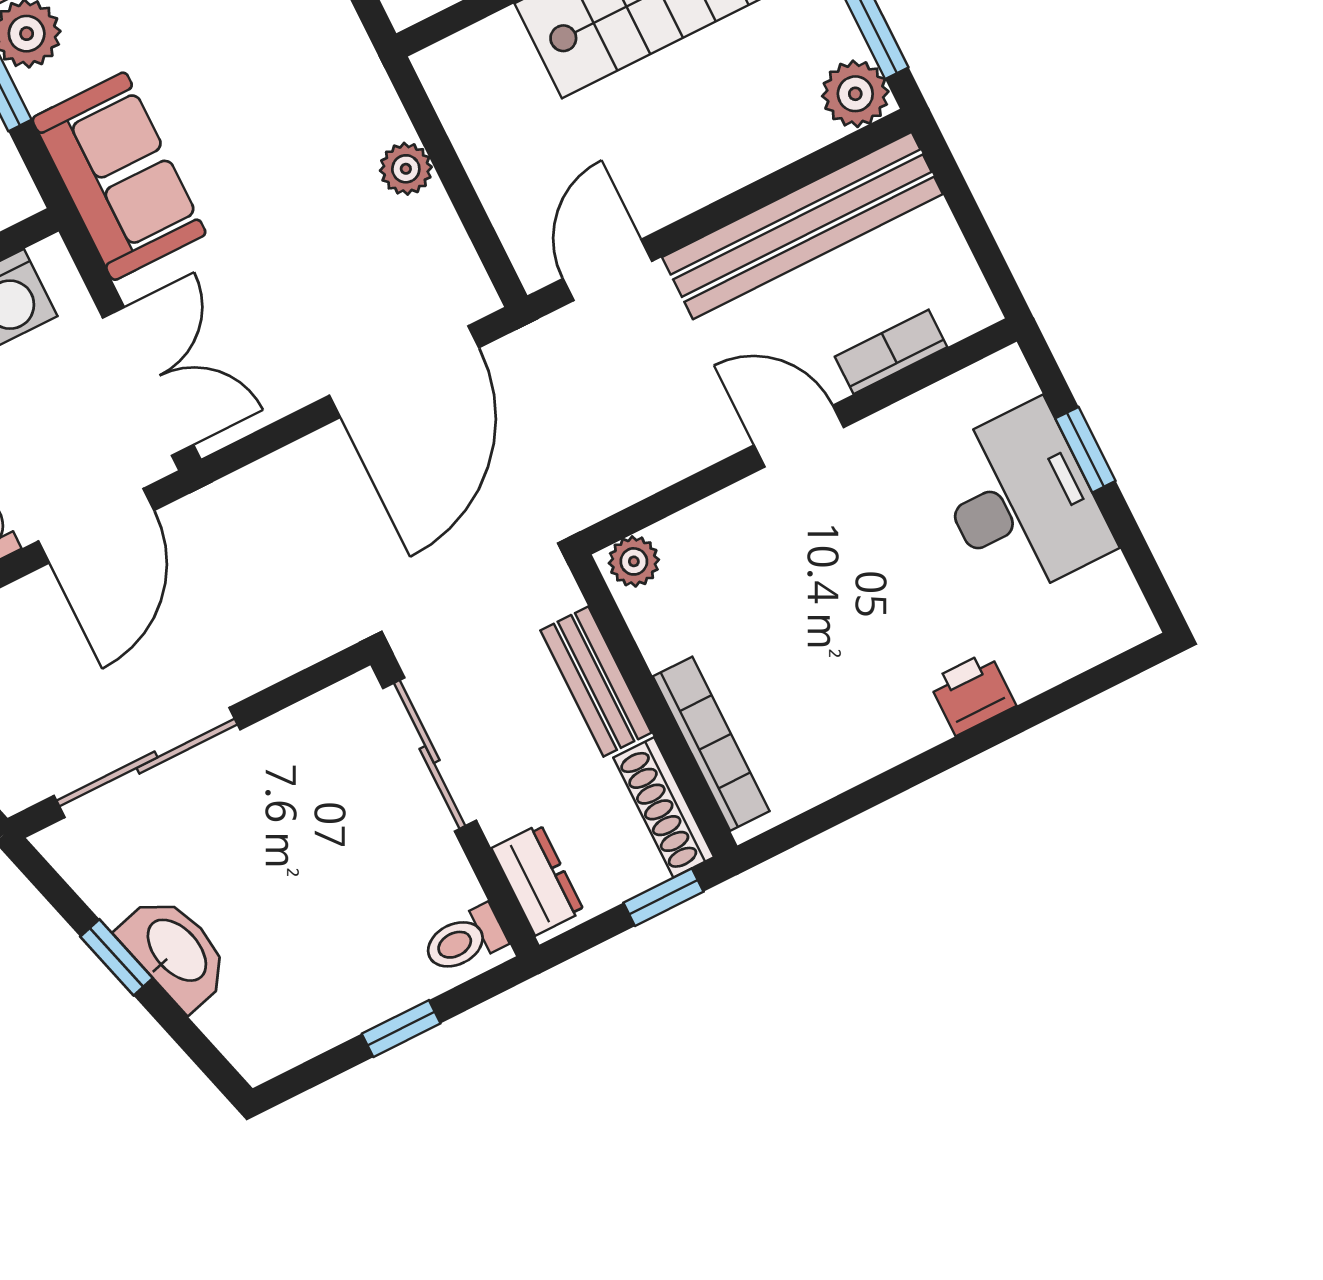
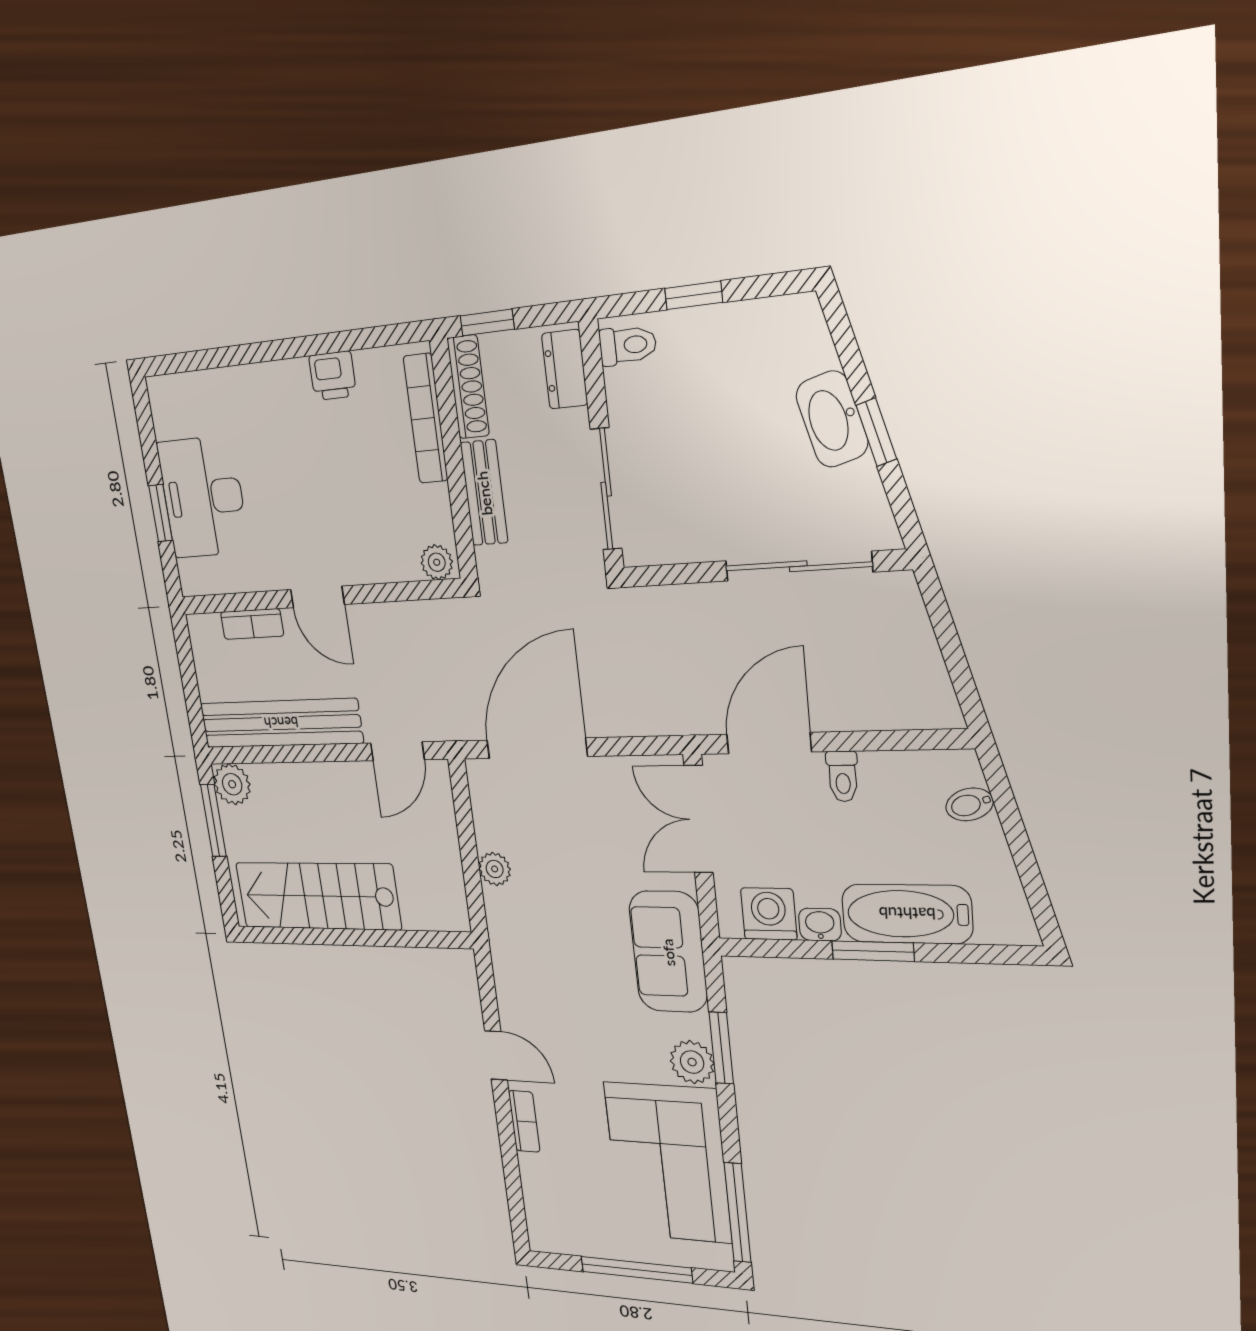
printer: (972, 693) -> (333, 376), moved

